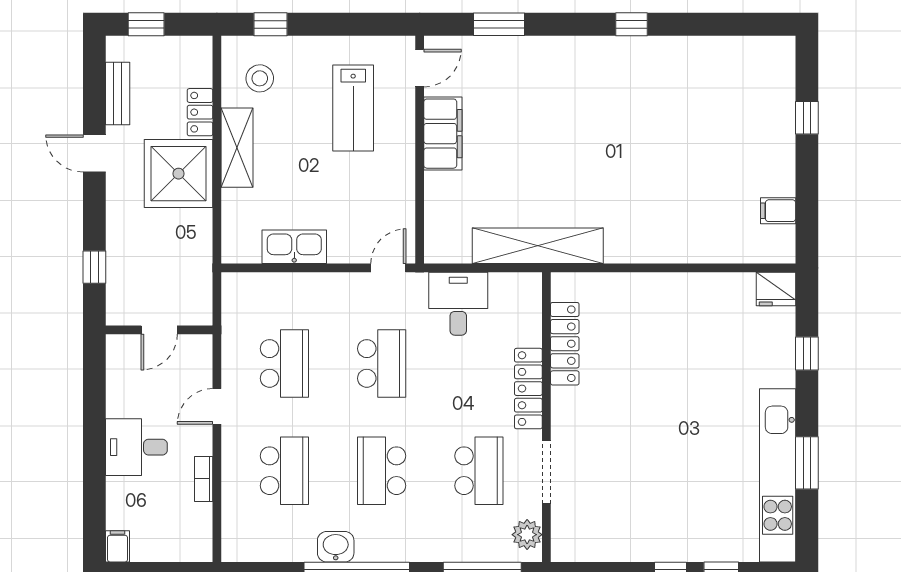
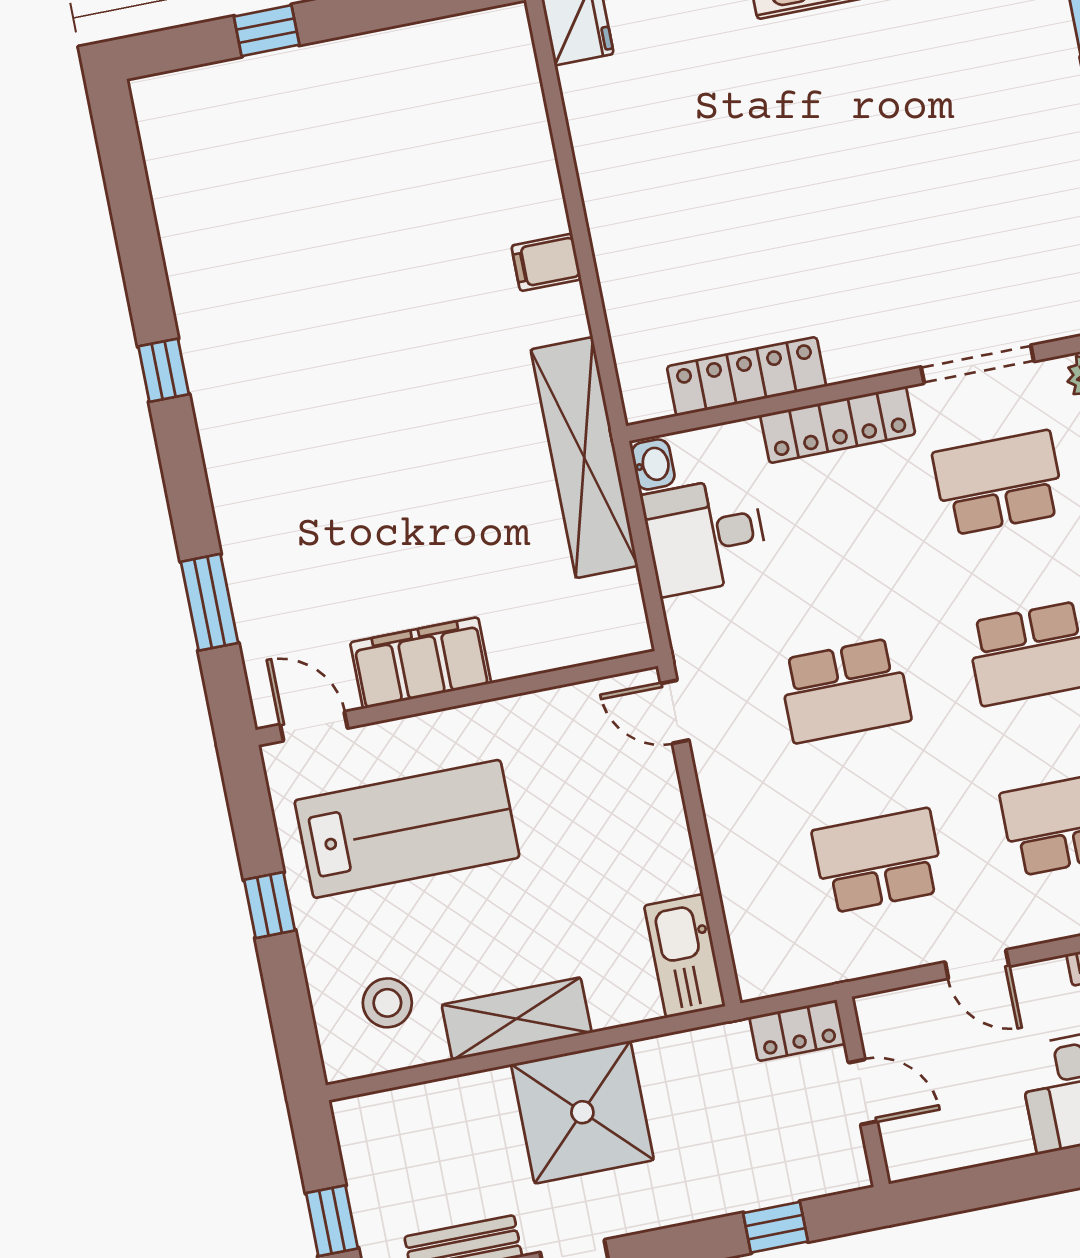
window: (271, 24) -> (269, 905), moved
lab bench: (353, 108) -> (407, 829), width x1.36, depth x1.39
locker: (200, 112) -> (797, 1031), moved
filing cabinet: (778, 211) -> (546, 262), moved, turned 90
kitchen sink: (294, 247) -> (685, 956), moved
washbasin: (527, 283) -> (653, 464), added
desk: (458, 304) -> (705, 536), moved
school desk: (382, 363) -> (845, 690), turned 180

